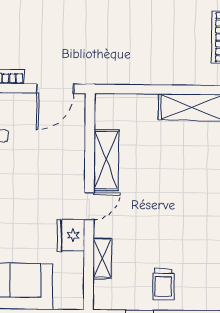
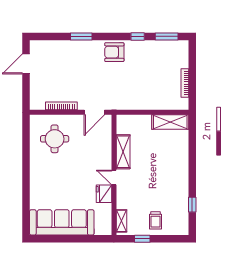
door: (89, 206) -> (114, 177), swing flipped
shelving: (102, 258) -> (121, 221), moved

